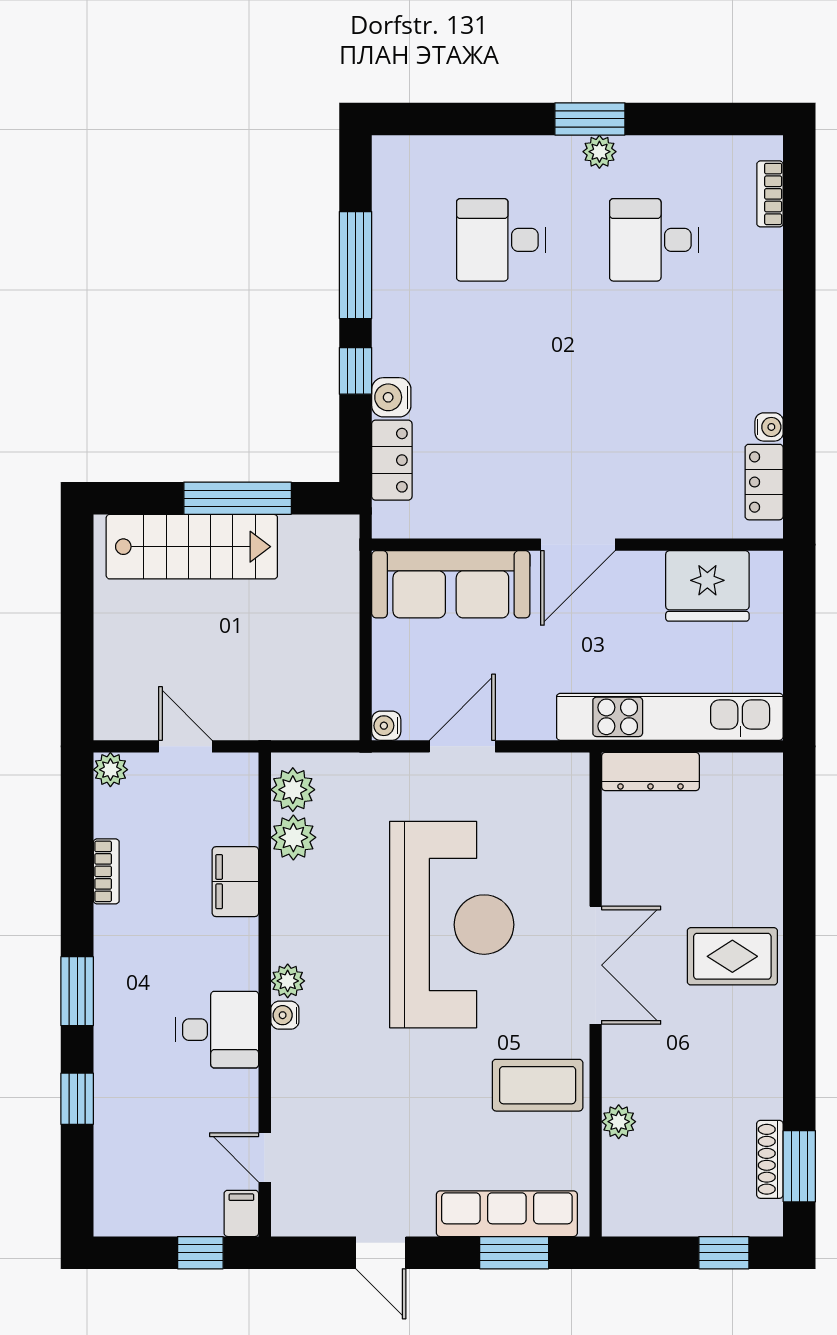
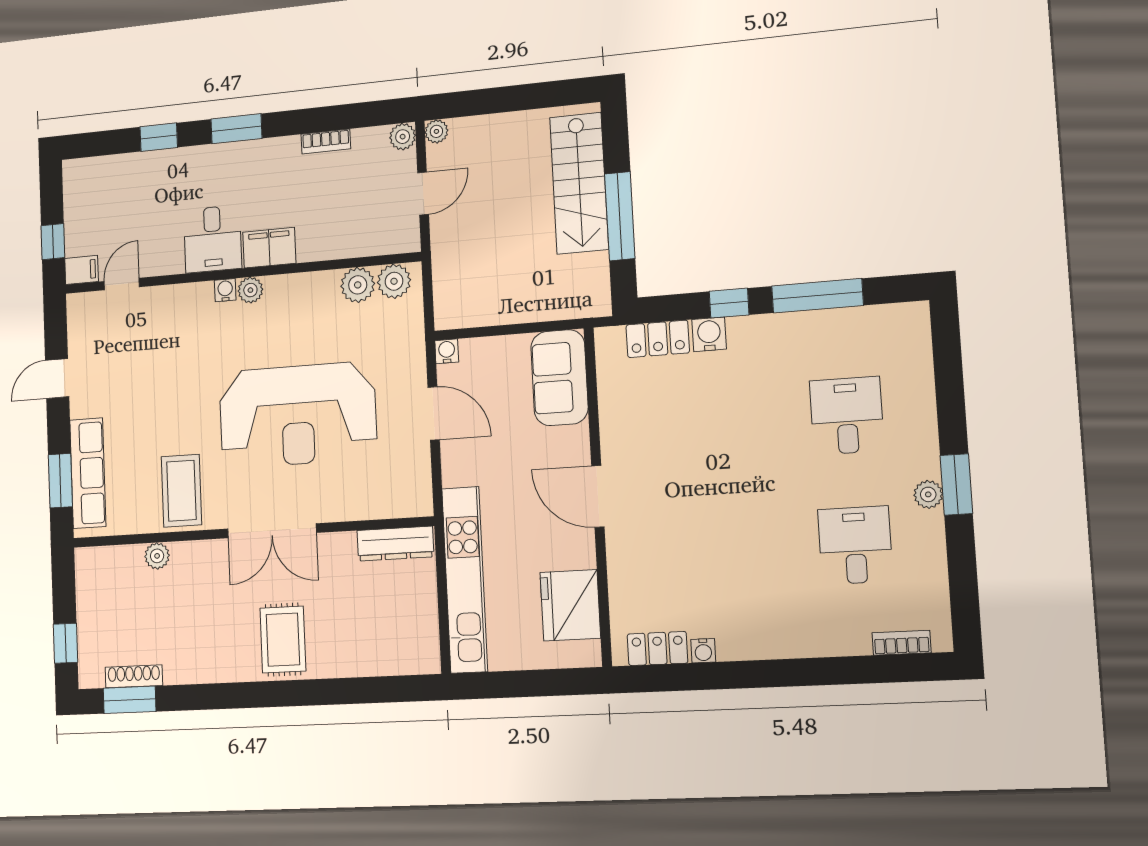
sofa: (451, 584) -> (559, 378), width x0.73
plant: (108, 725) -> (436, 131), added
dresser: (651, 771) -> (395, 544), moved, turned -90
filing cabinet: (235, 882) -> (269, 248), moved

